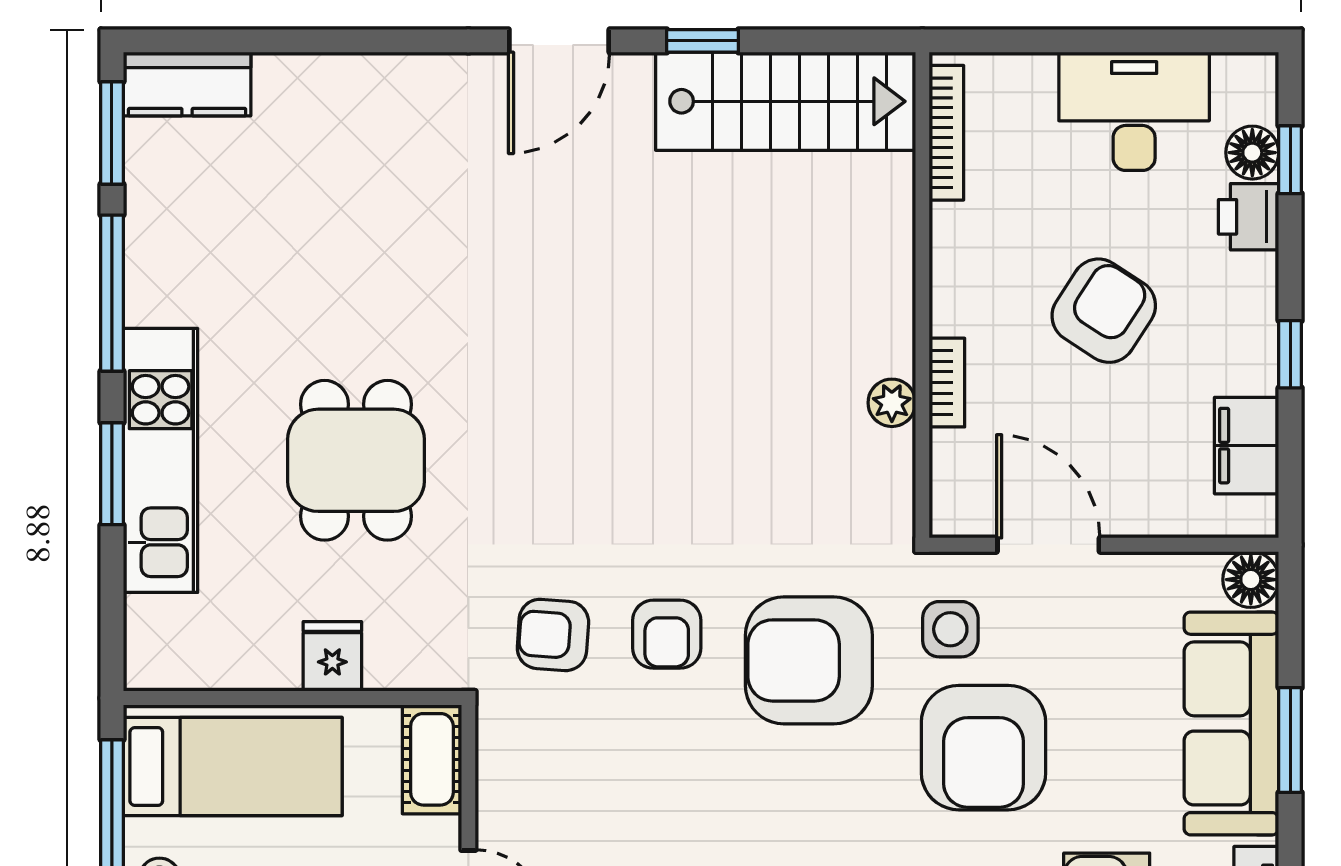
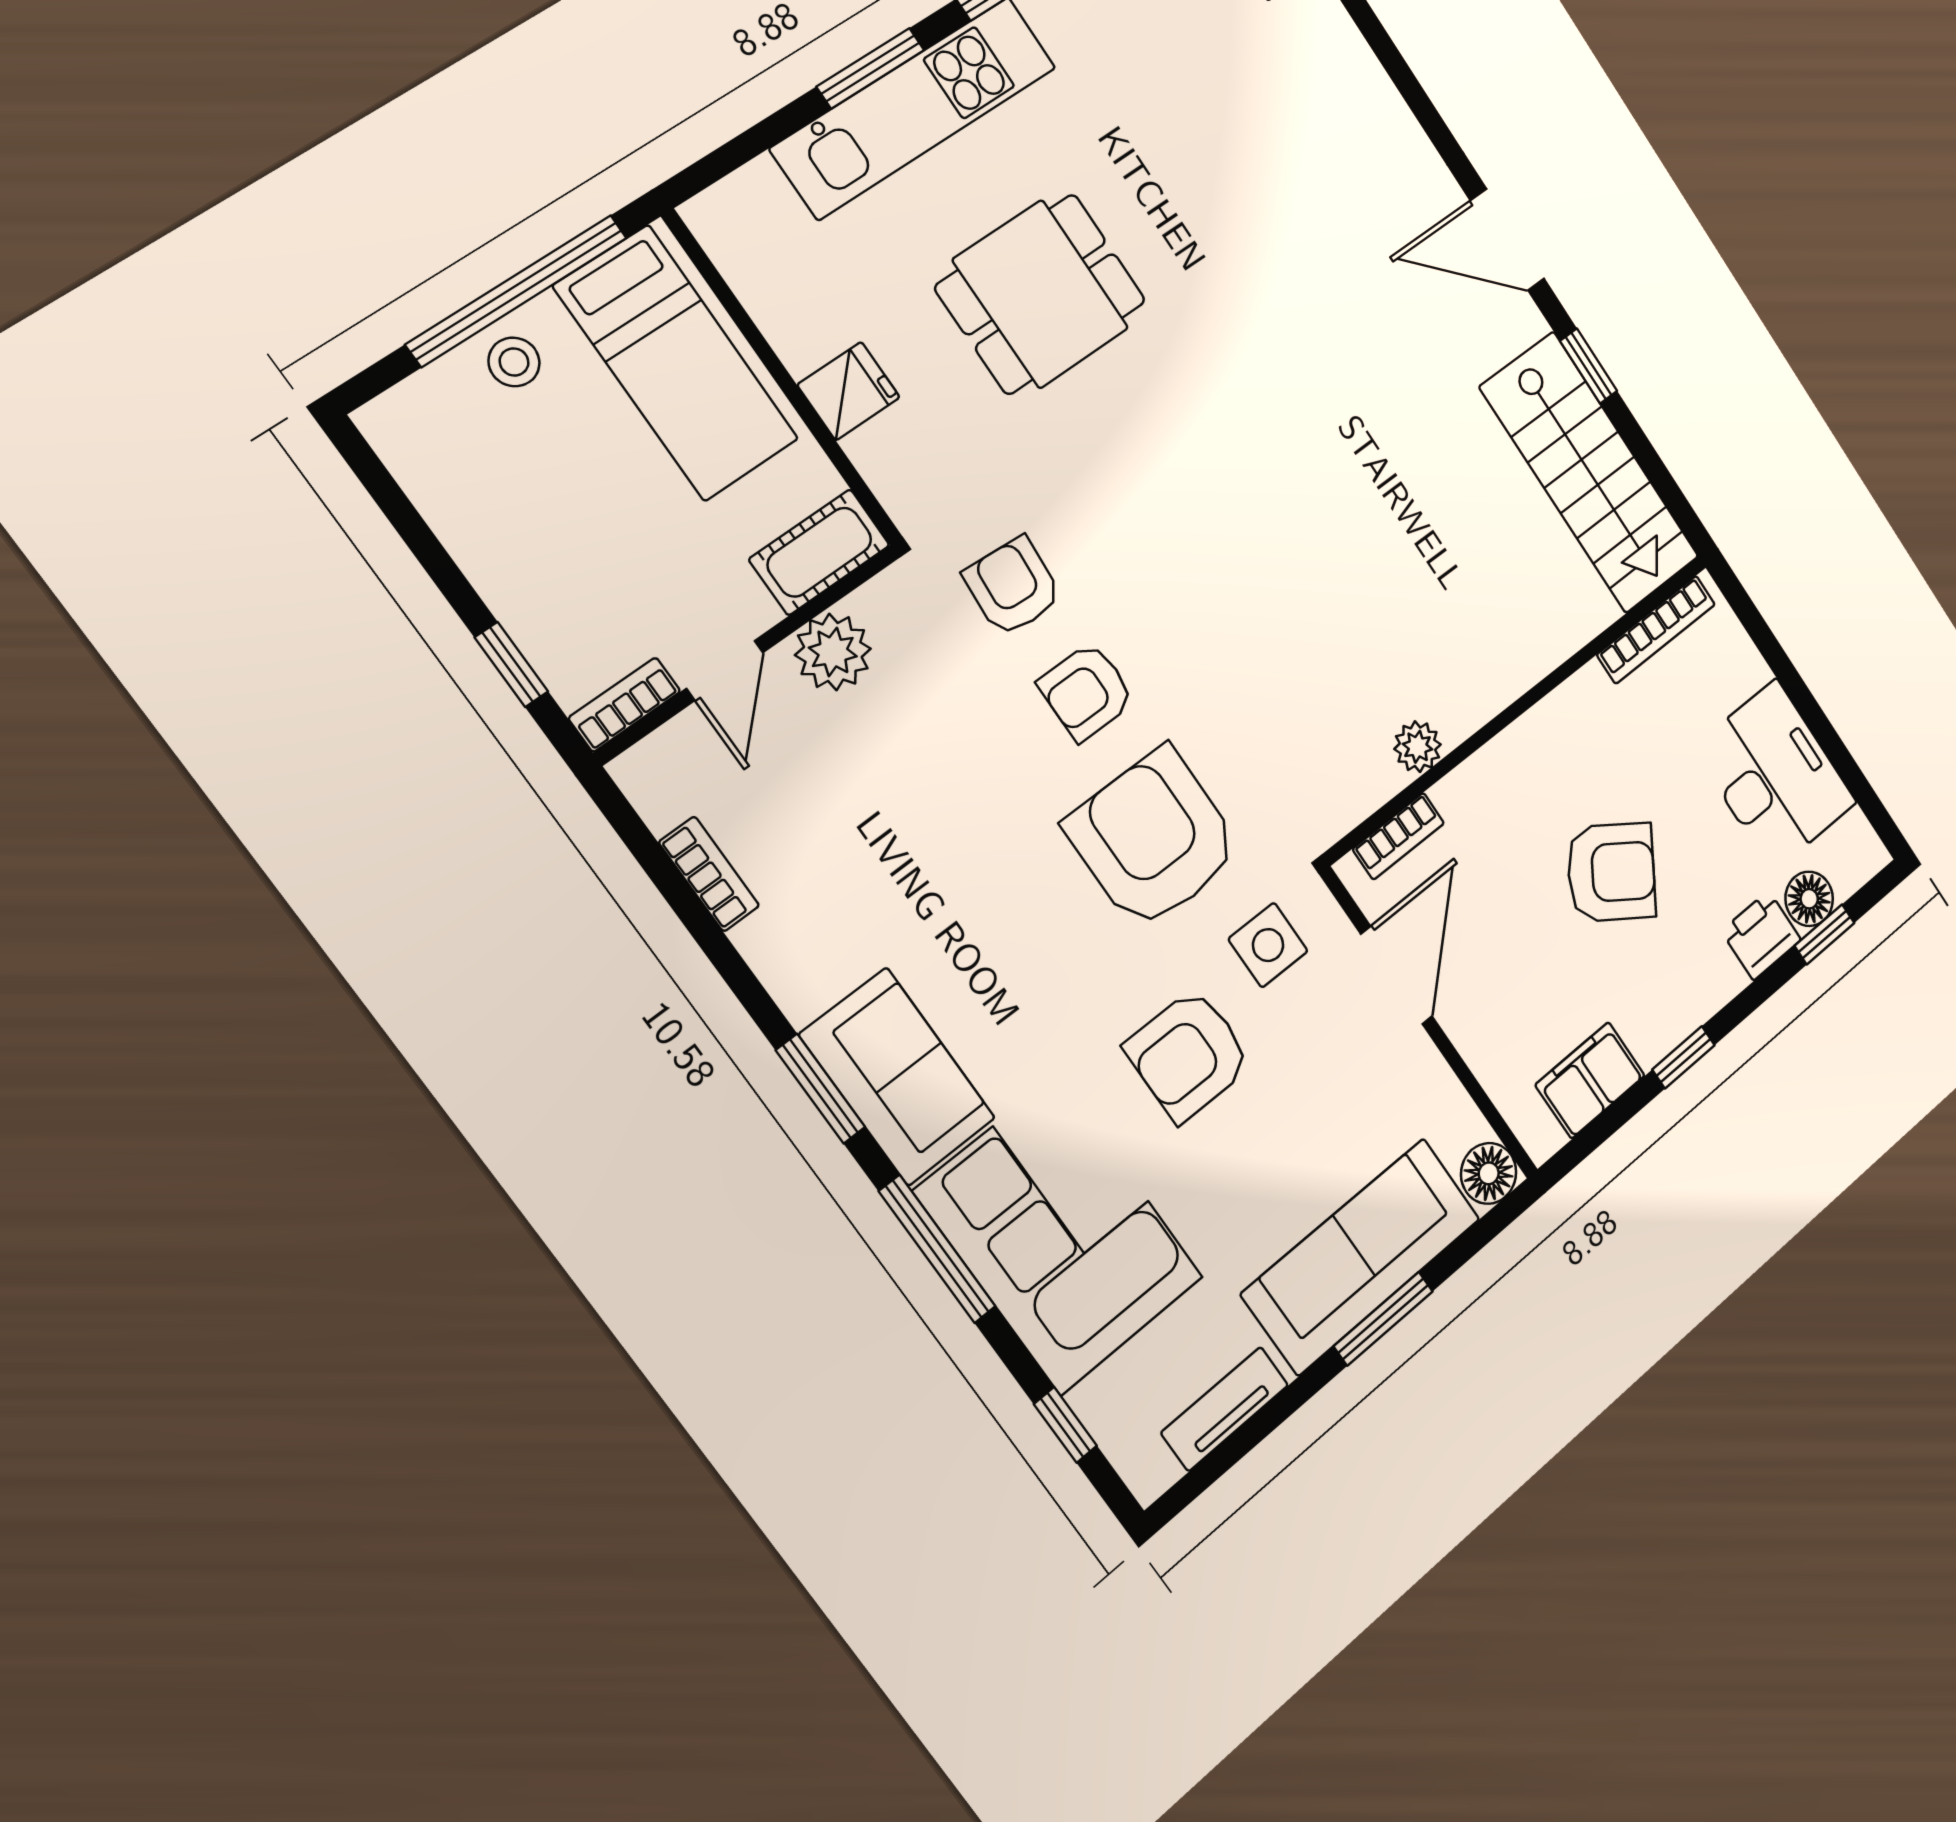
bookcase: (947, 383) -> (1398, 836), moved
armchair: (983, 748) -> (1189, 1055), width x0.73, depth x0.73
plant: (508, 800) -> (833, 652), added

